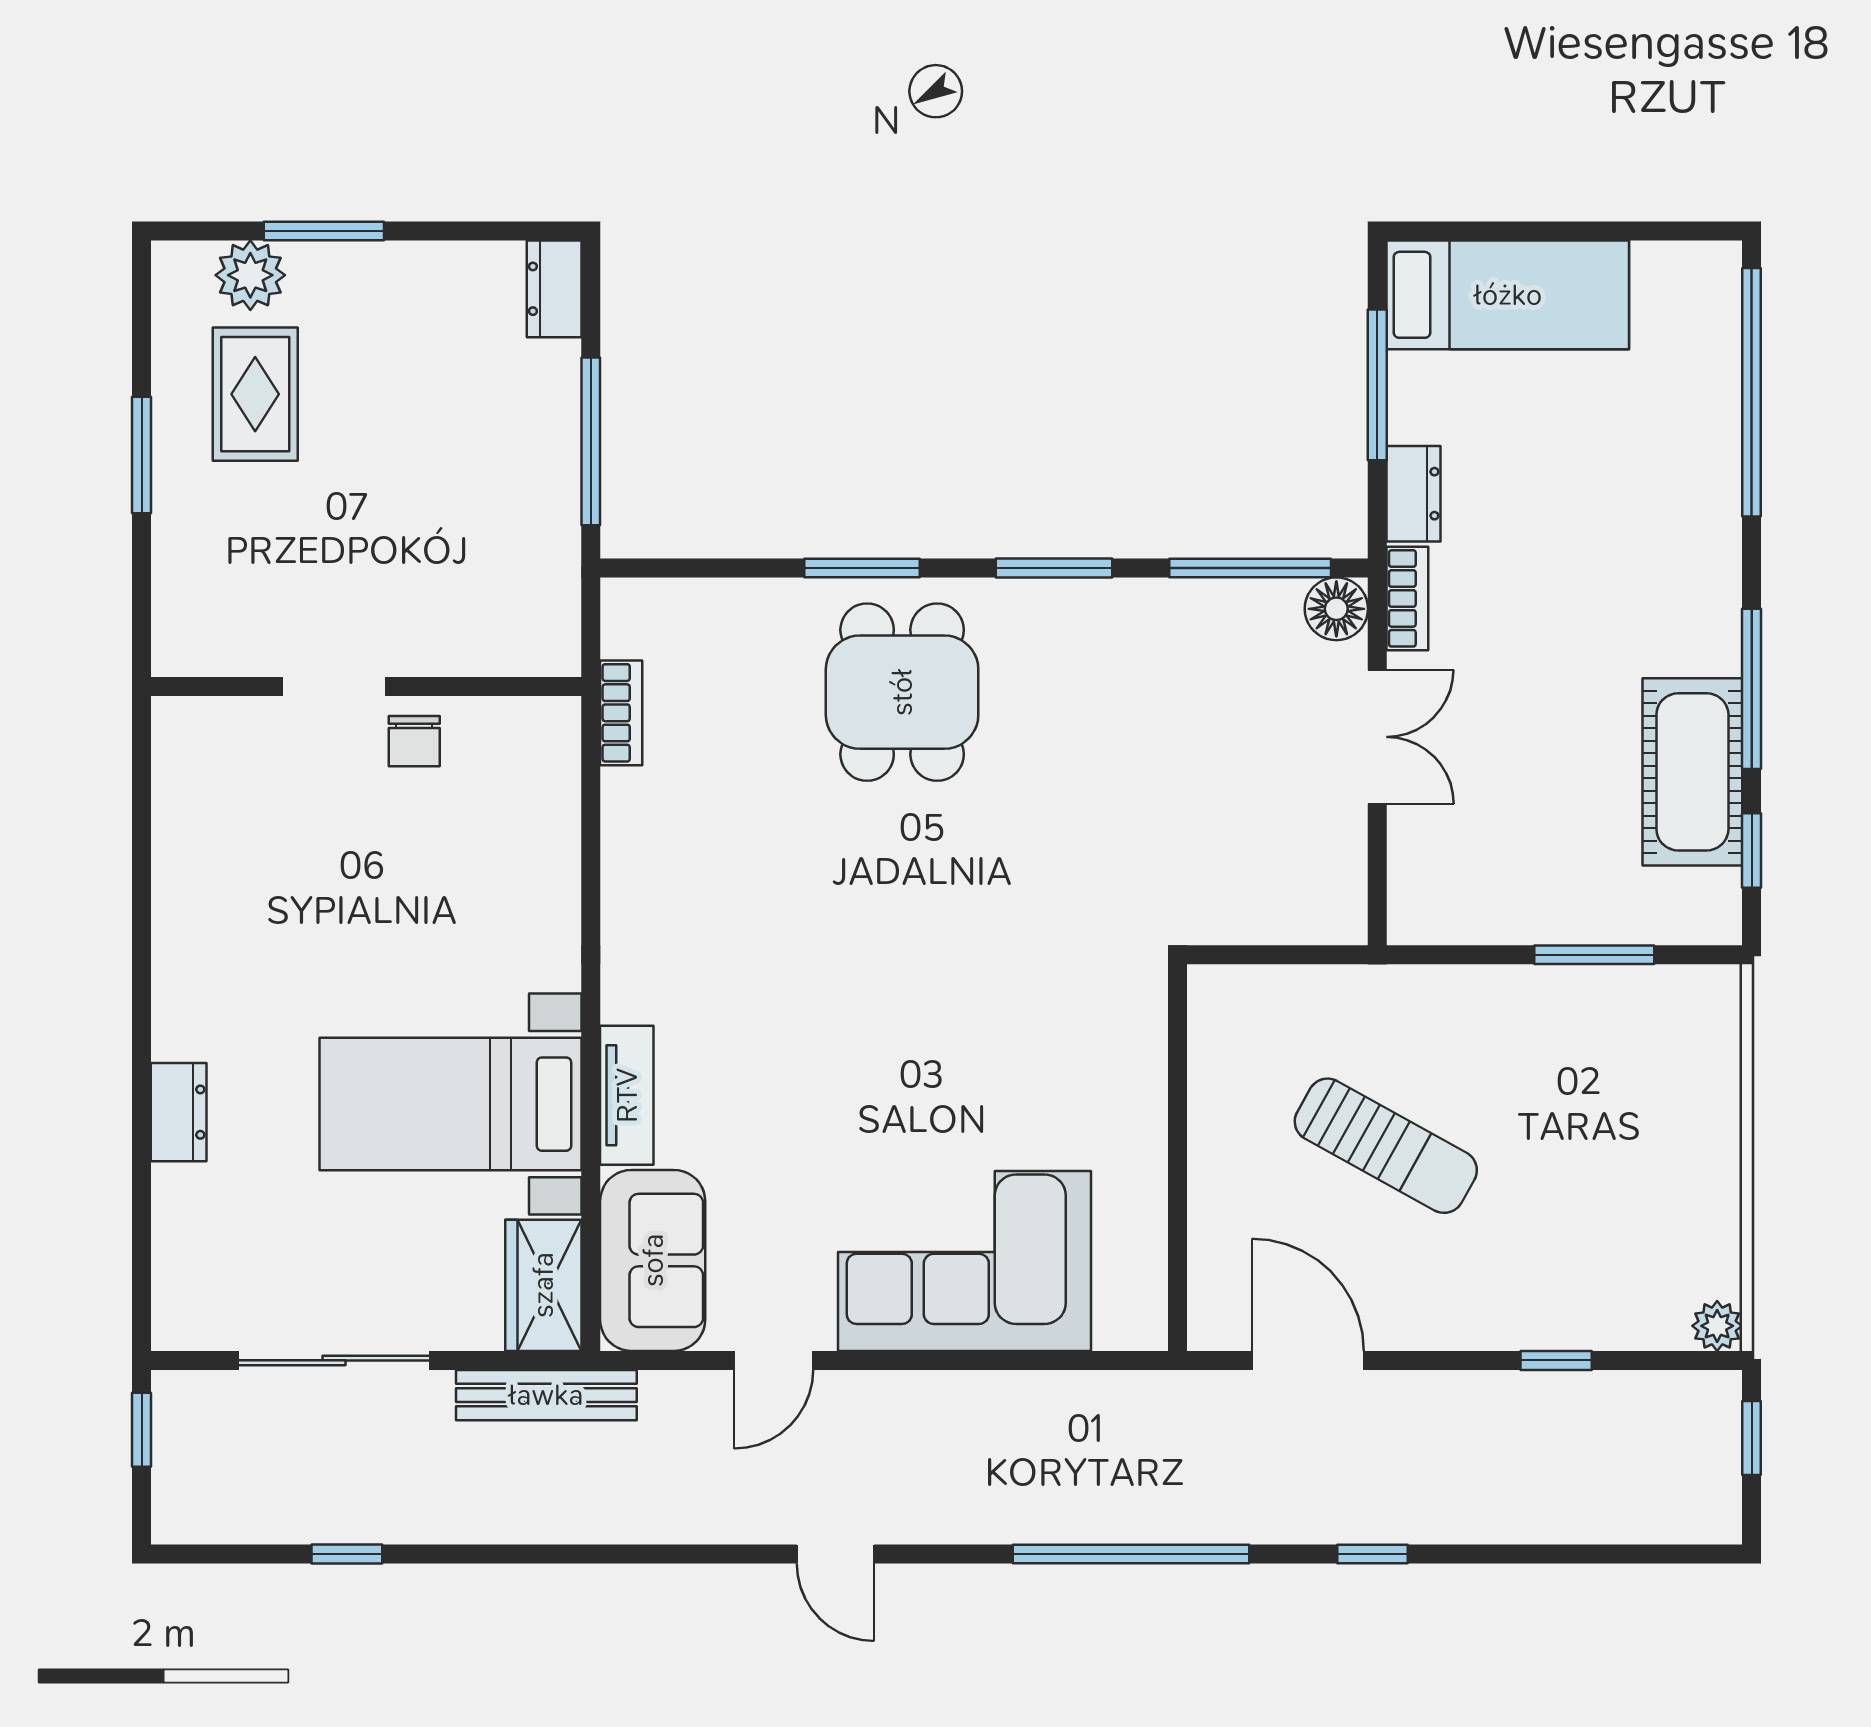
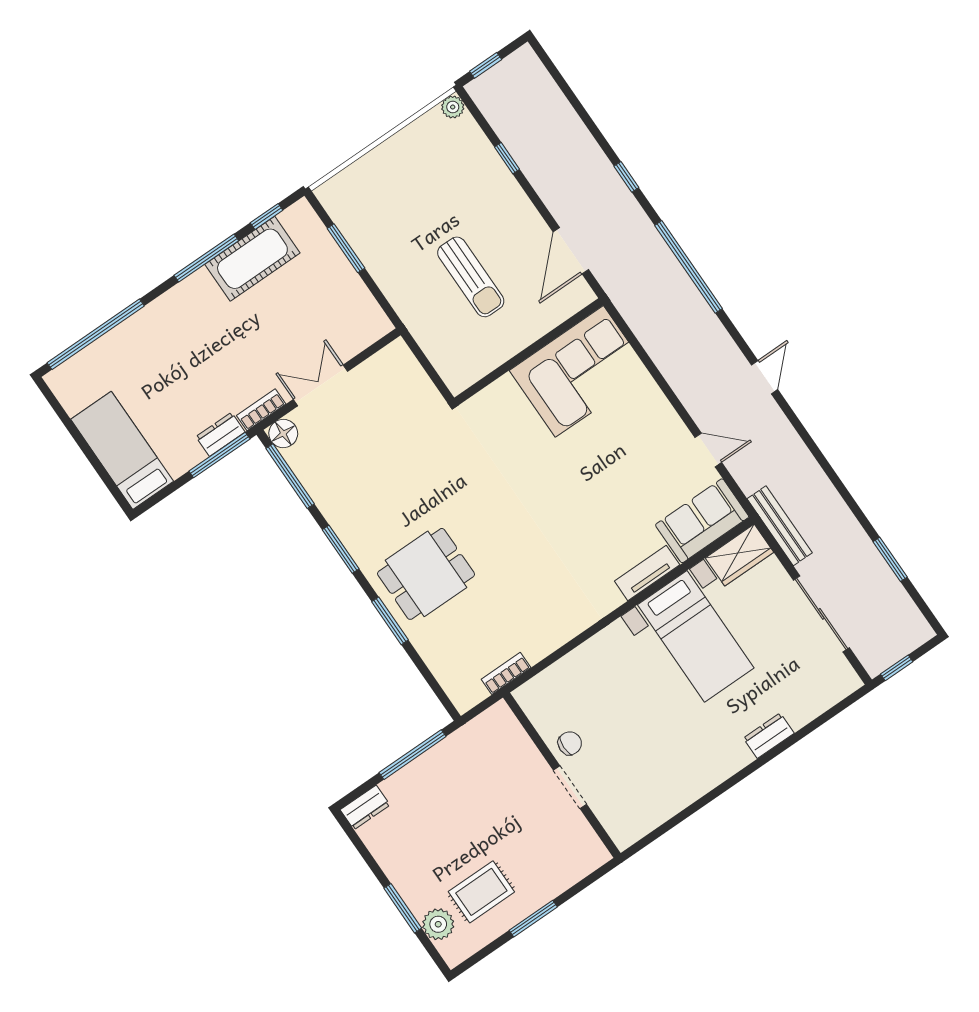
window: (1377, 385) -> (219, 455), moved
sun lounger: (1386, 1146) -> (471, 277), turned 151
corner sofa: (965, 1261) -> (579, 371), moved, turned -90
window: (347, 1554) -> (890, 559), width x1.50

